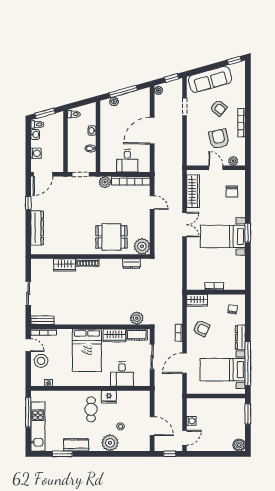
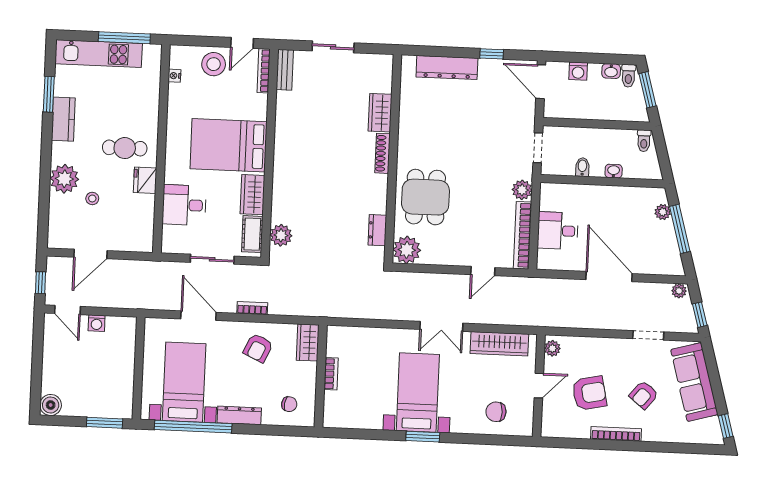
plant: (233, 161) -> (552, 348), moved

